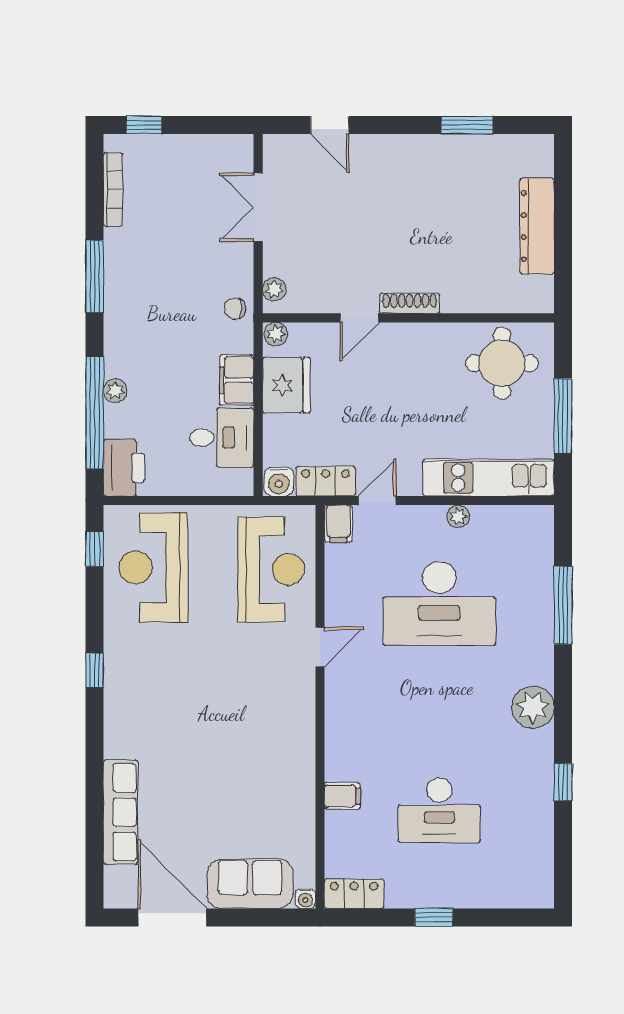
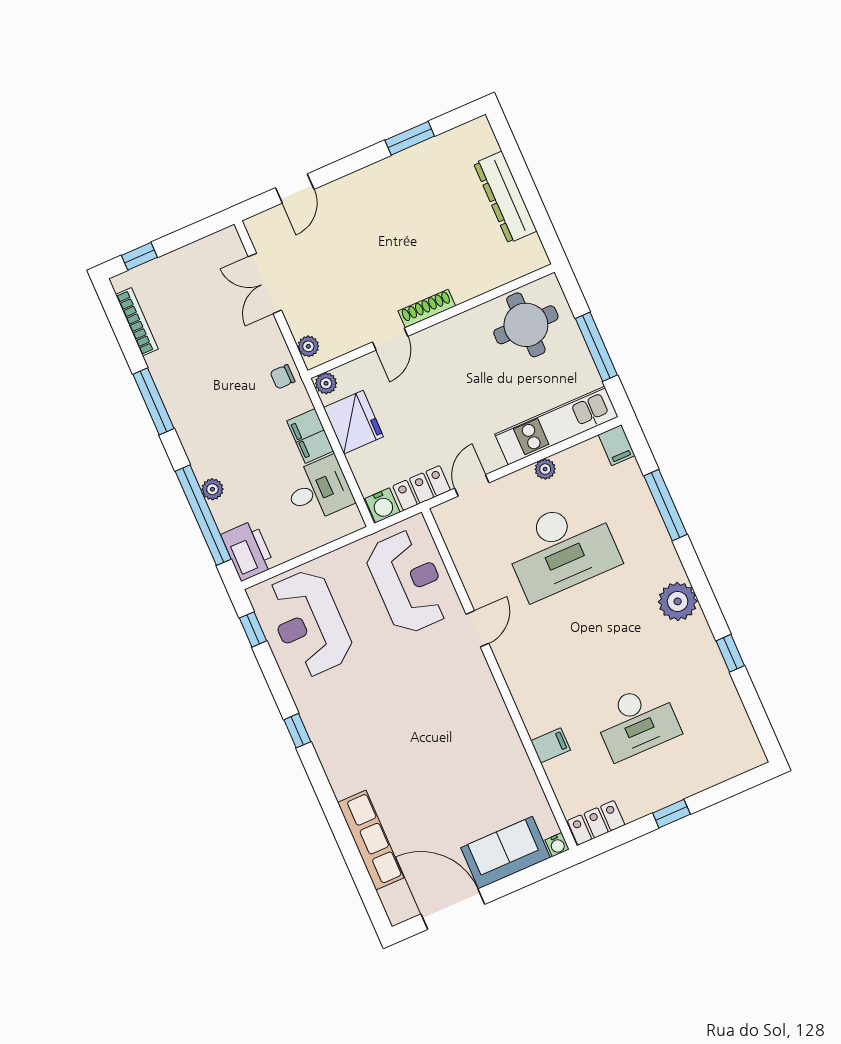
door: (330, 125) -> (295, 188), hinge flipped
filing cabinet: (338, 524) -> (617, 445), moved

